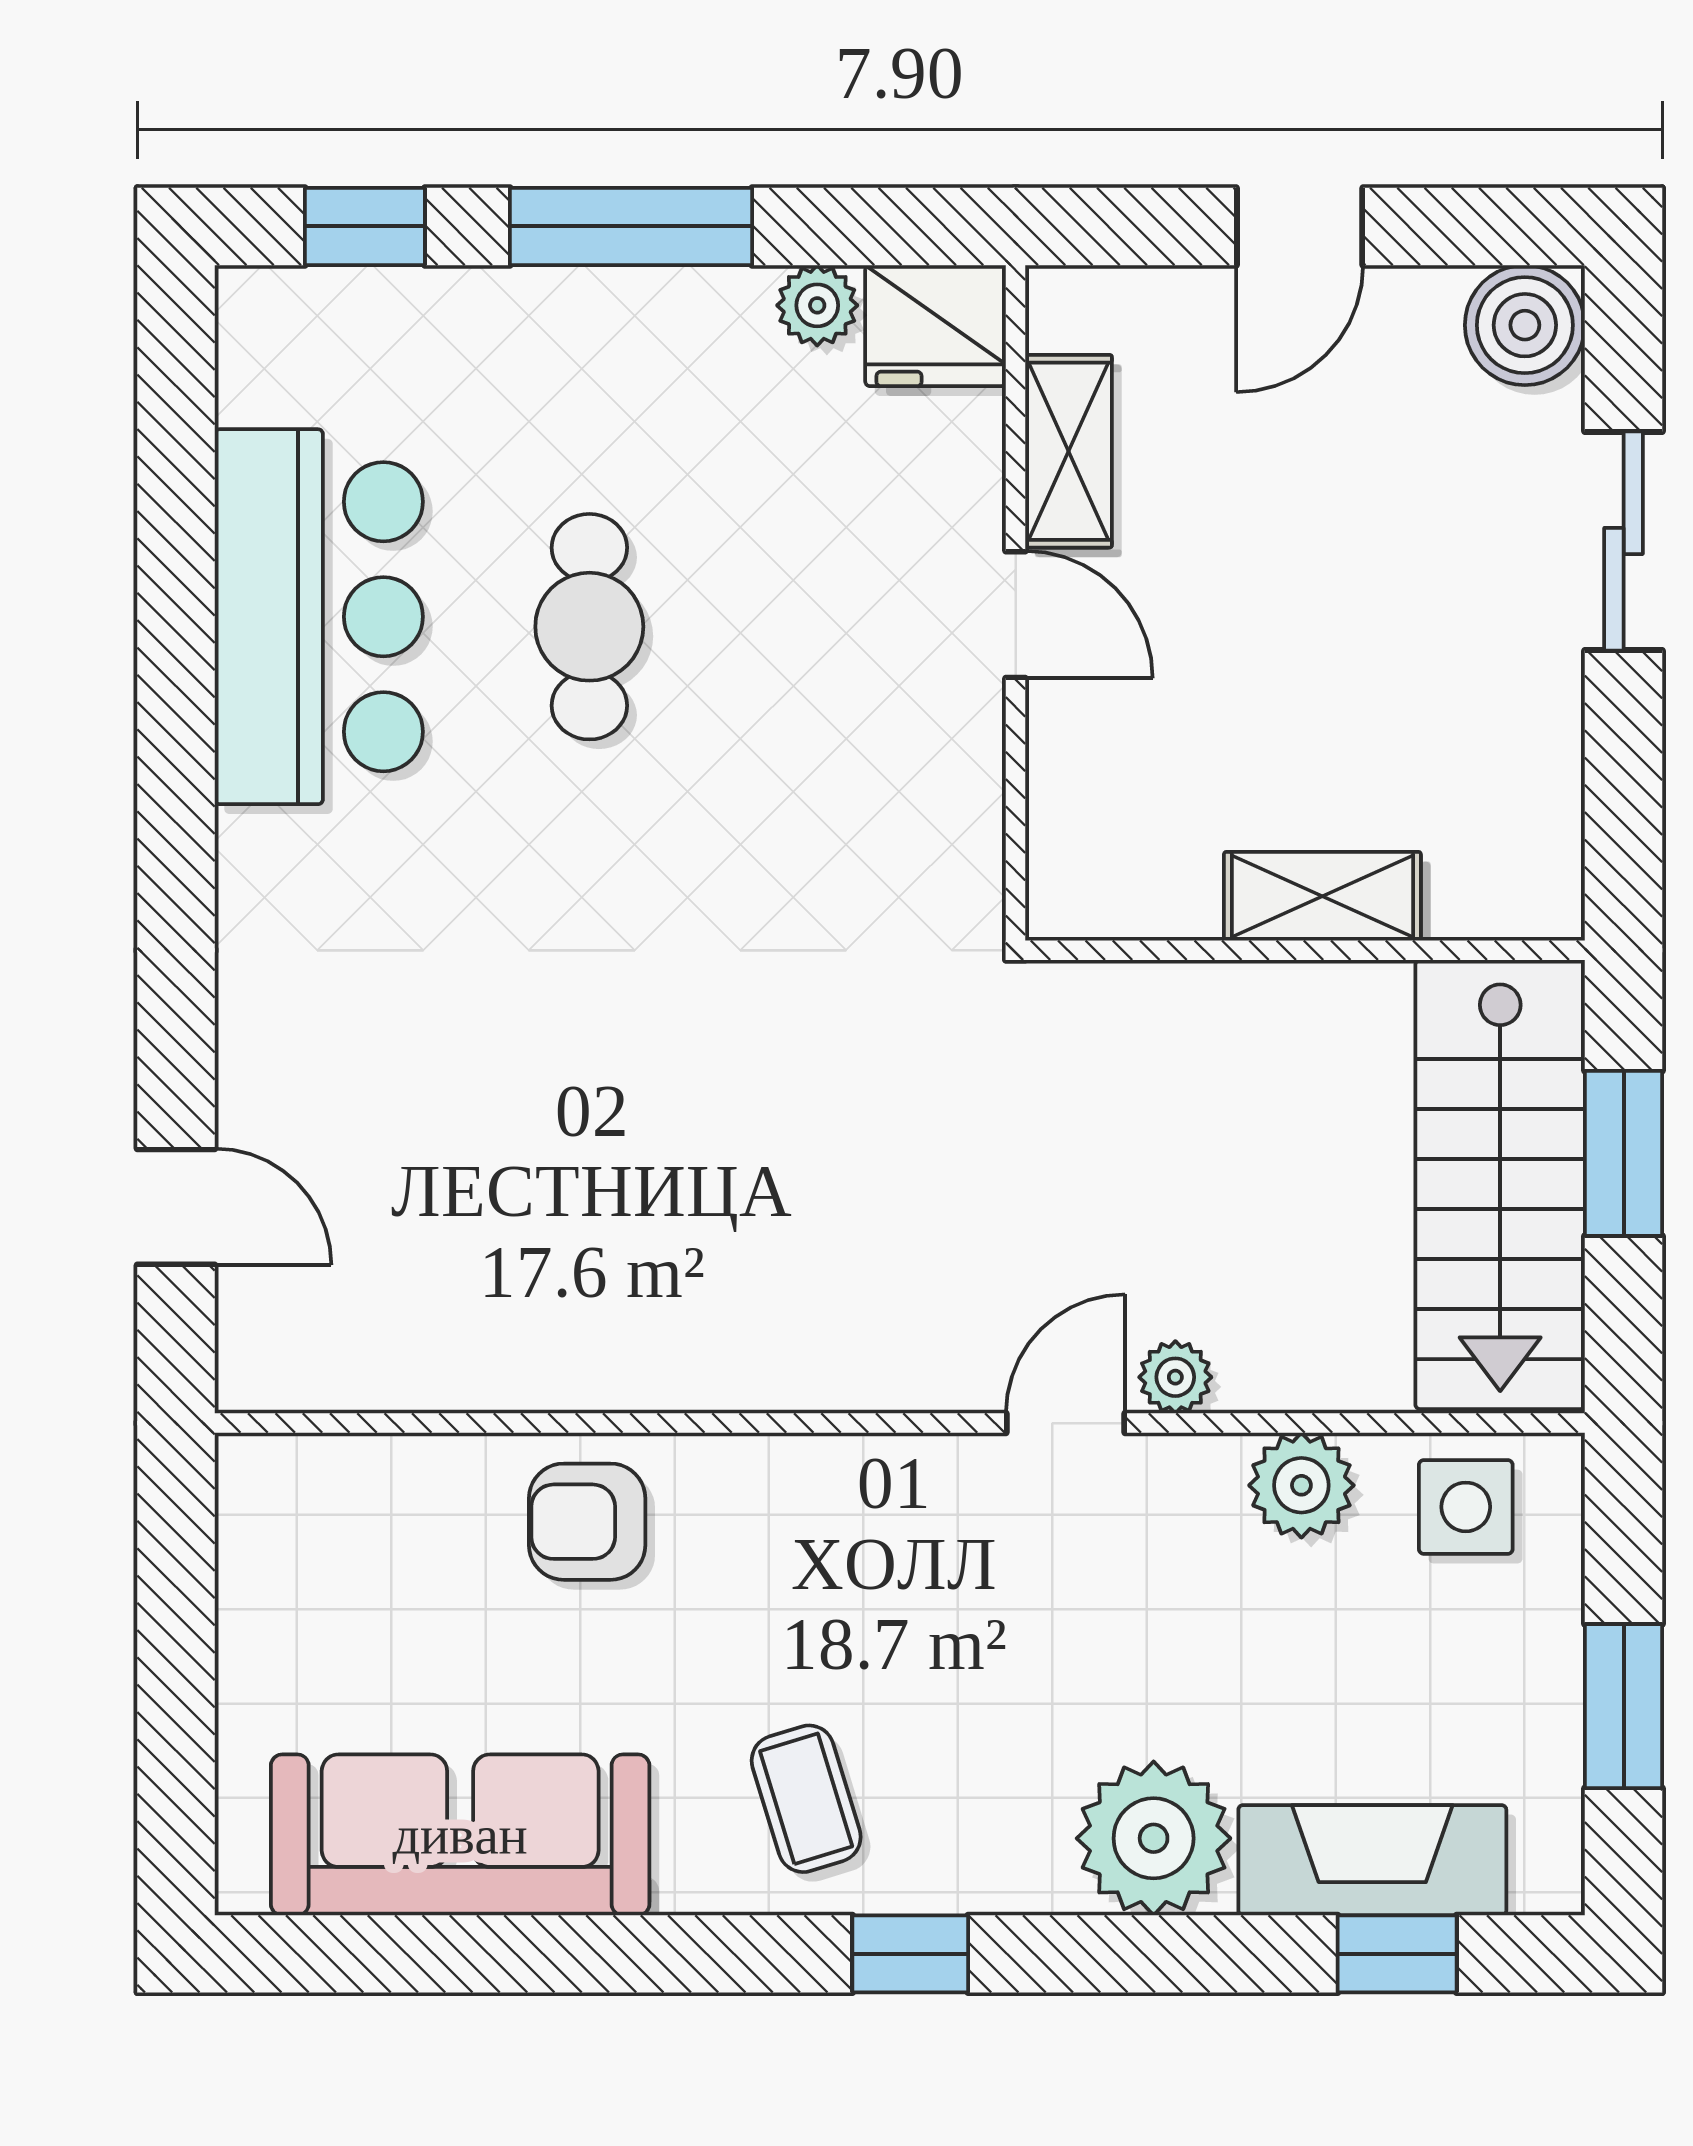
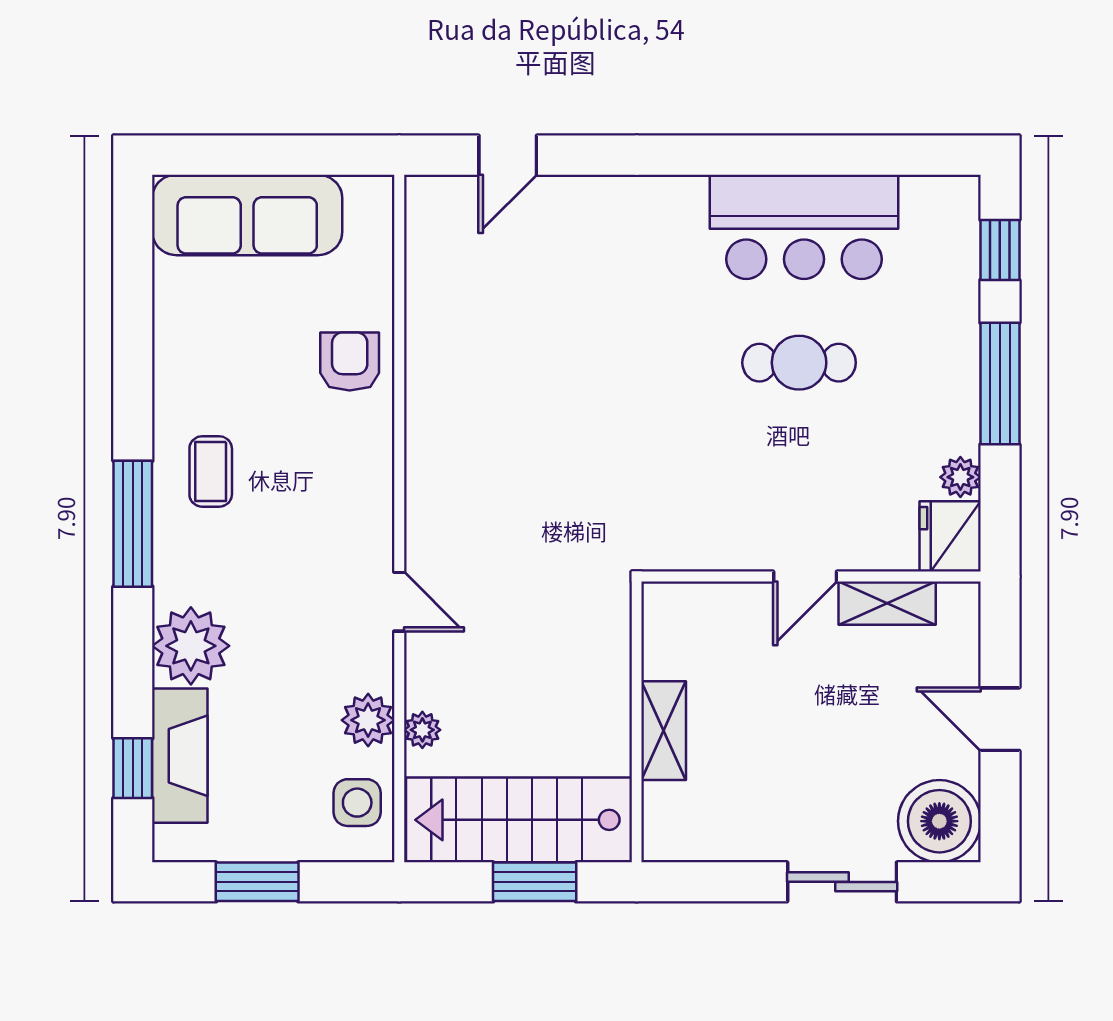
boiler: (1525, 325) -> (939, 821), width x1.37, depth x1.37
plant: (1175, 1377) -> (422, 730), moved
coffee table: (806, 1799) -> (211, 471), turned -73
sofa: (460, 1835) -> (247, 215), moved, turned 90
window: (910, 1954) -> (133, 524), width x2.17

